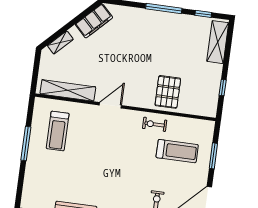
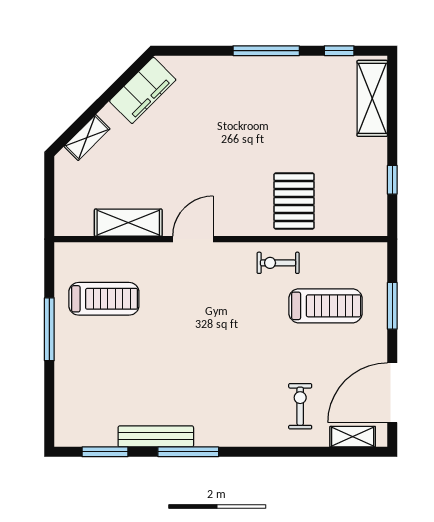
shelving: (68, 90) -> (128, 223), width x0.68
treadmill: (58, 131) -> (104, 299), turned -90

